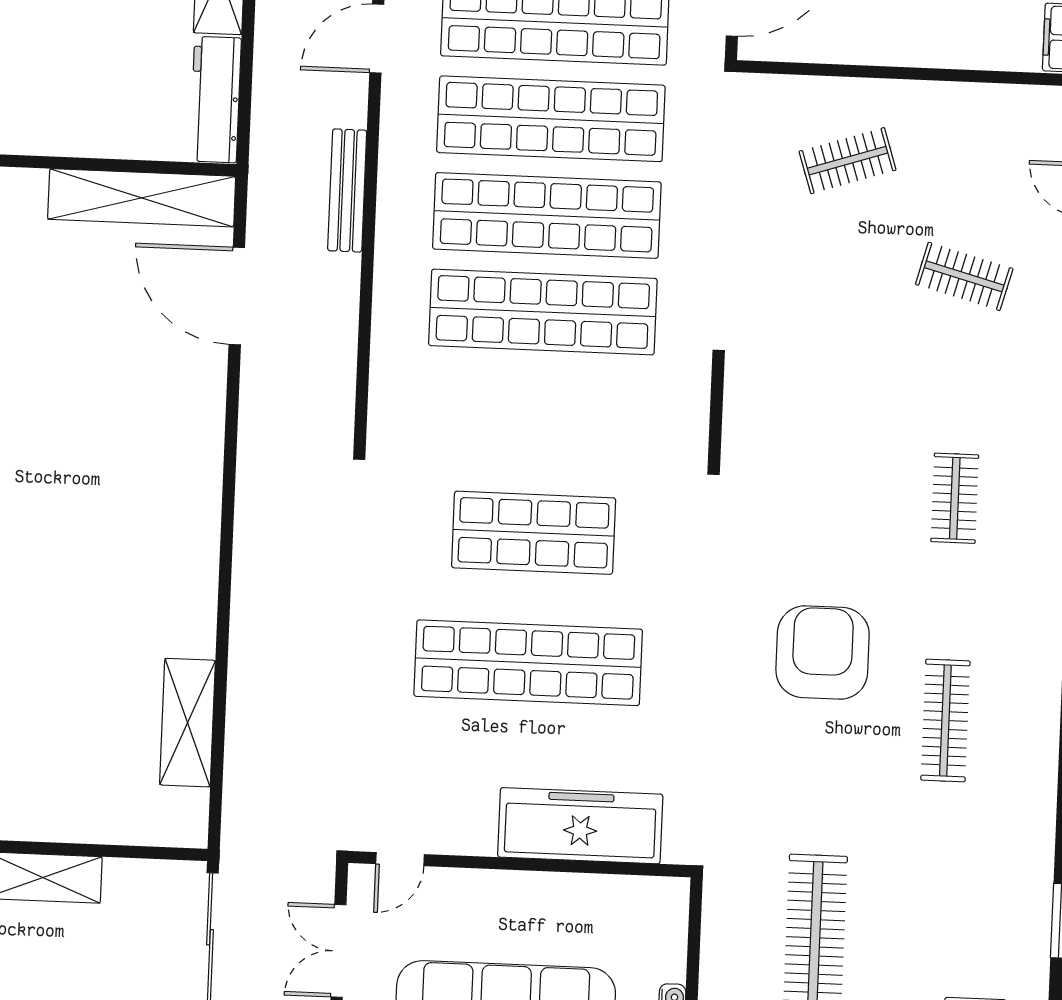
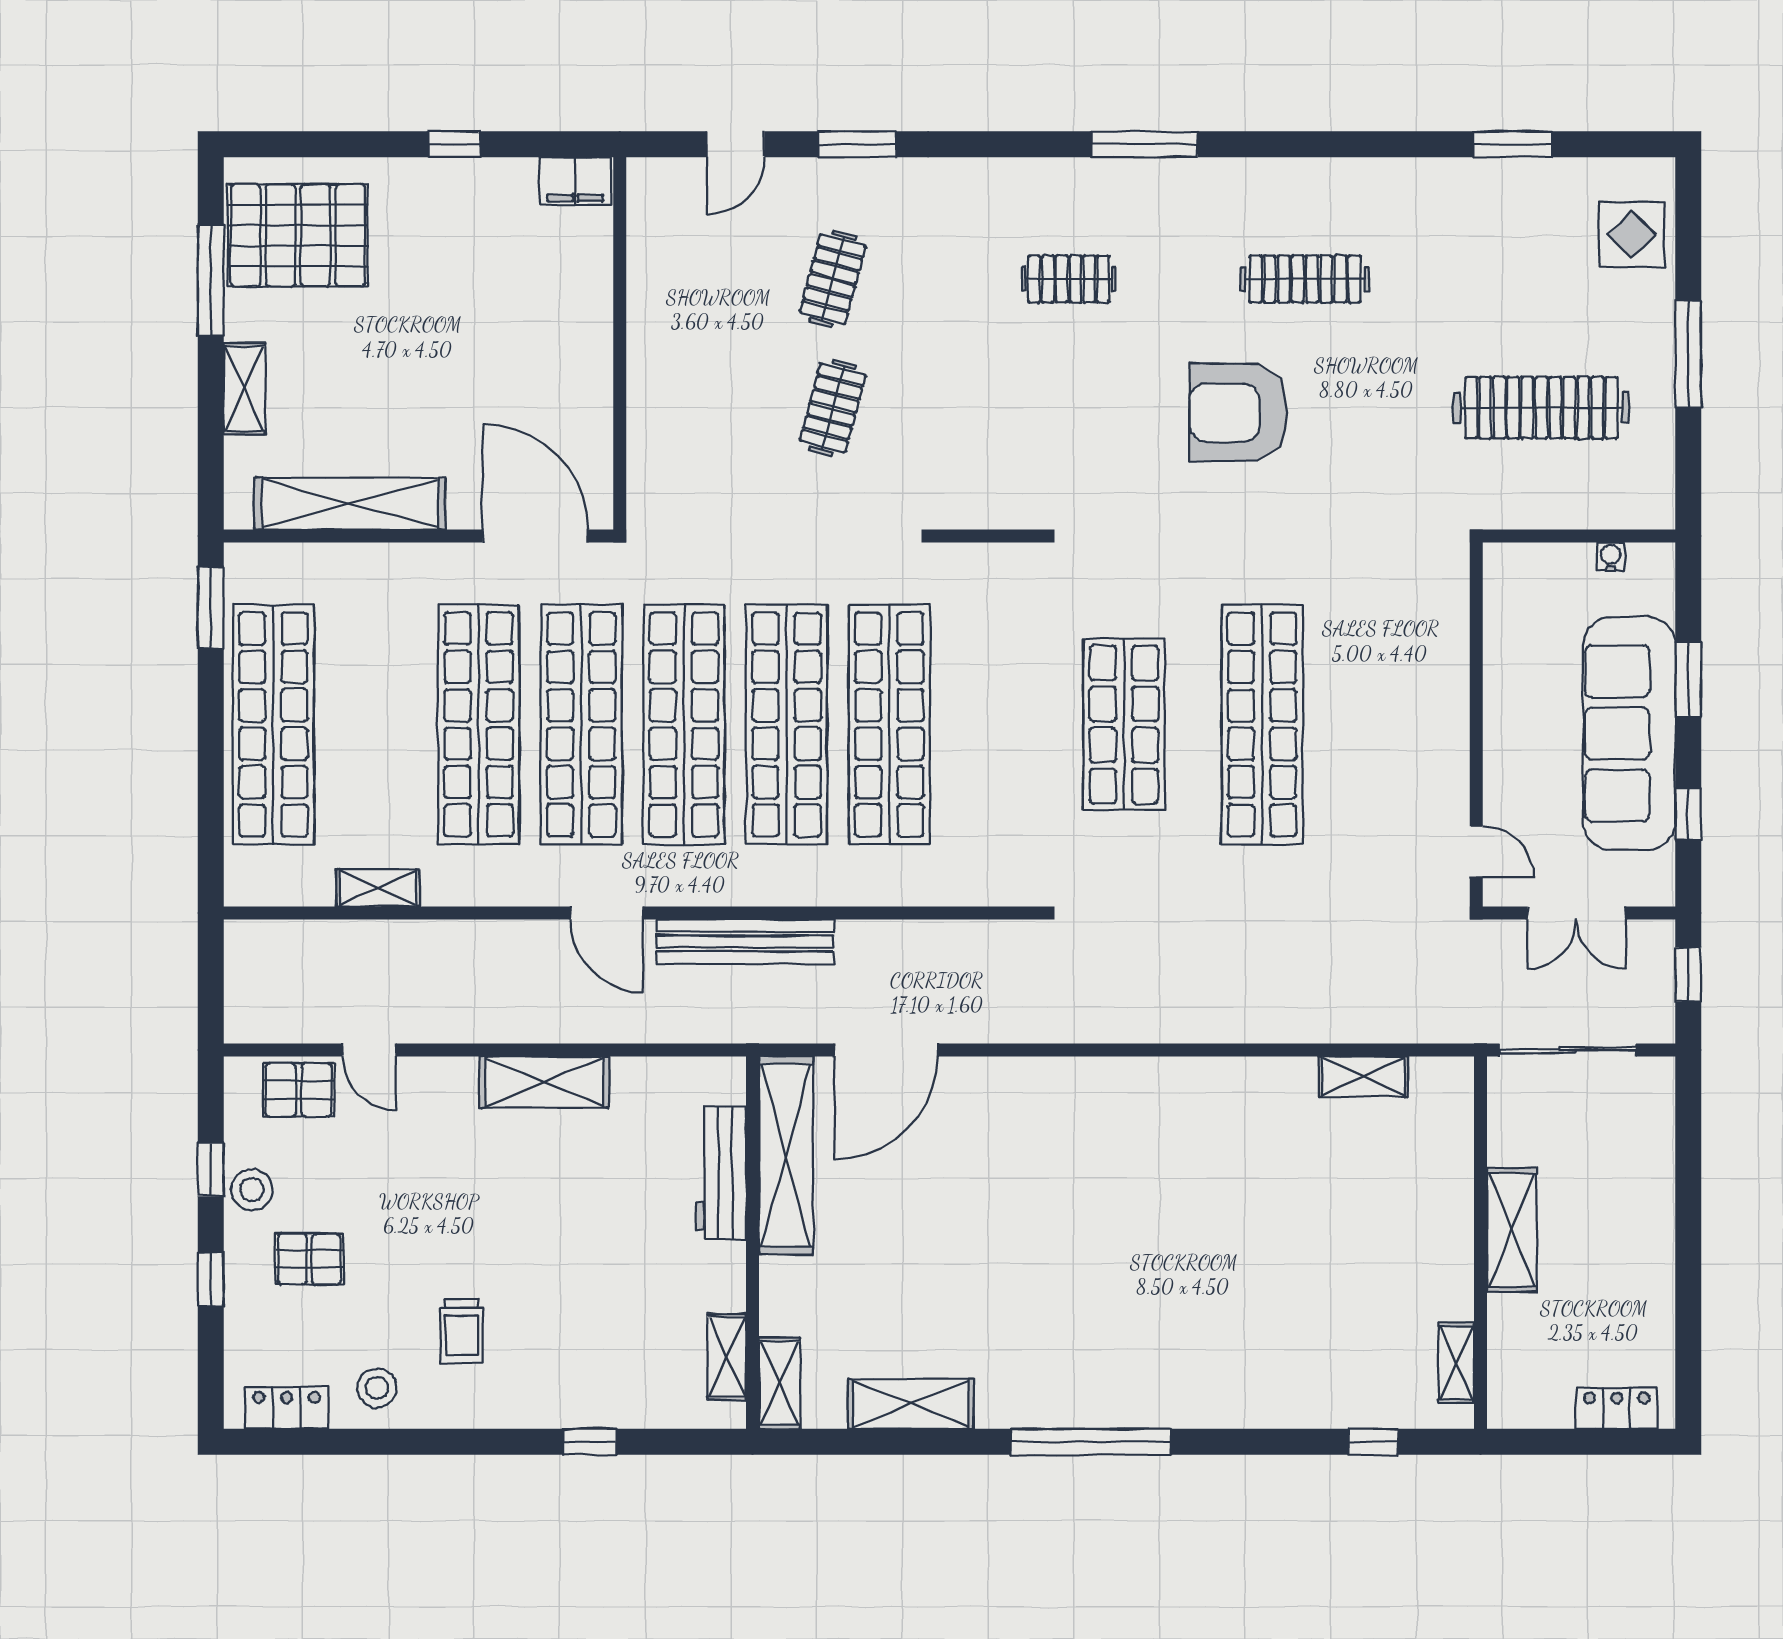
workbench: (215, 100) -> (721, 1173), moved, turned 90
clothes rail: (848, 161) -> (833, 408), moved, turned 33
bench: (347, 190) -> (745, 941), width x1.37, depth x1.21
shelving: (188, 723) -> (1363, 1077), width x0.67, depth x0.75
freezer: (580, 826) -> (1433, 662), removed

